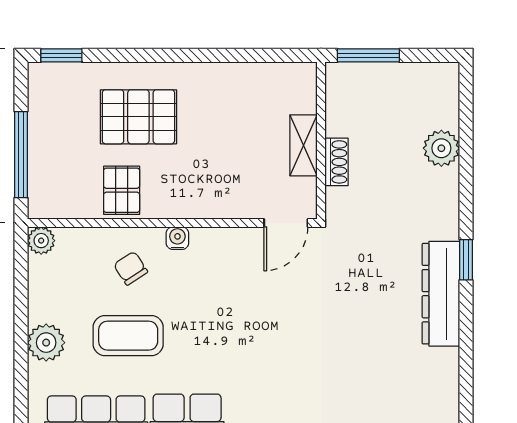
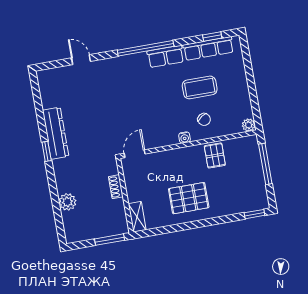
pallet: (138, 117) -> (189, 198), moved
shelving: (304, 145) -> (137, 217), moved
plant: (46, 343) -> (238, 77), removed

